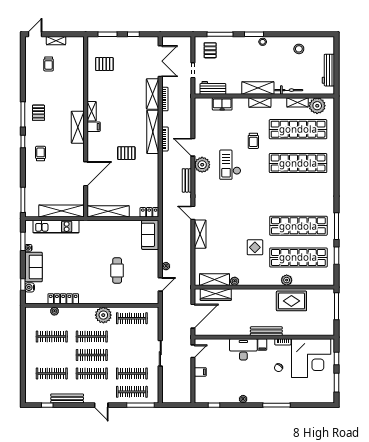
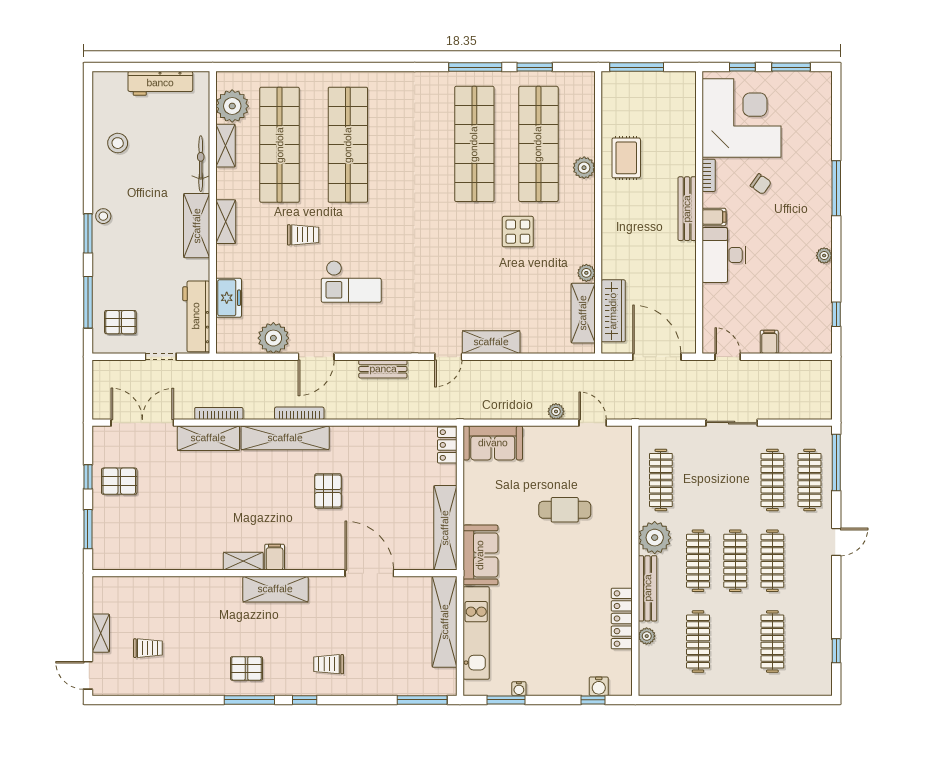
pallet: (104, 64) -> (119, 481), moved, turned 90
workbench: (213, 88) -> (196, 316), width x1.38
plant: (202, 165) -> (273, 338), moved
sofa: (34, 267) -> (480, 555), moved, turned 90
rug: (291, 301) -> (626, 158), width x0.73, depth x0.70
bench: (67, 398) -> (648, 588), moved

